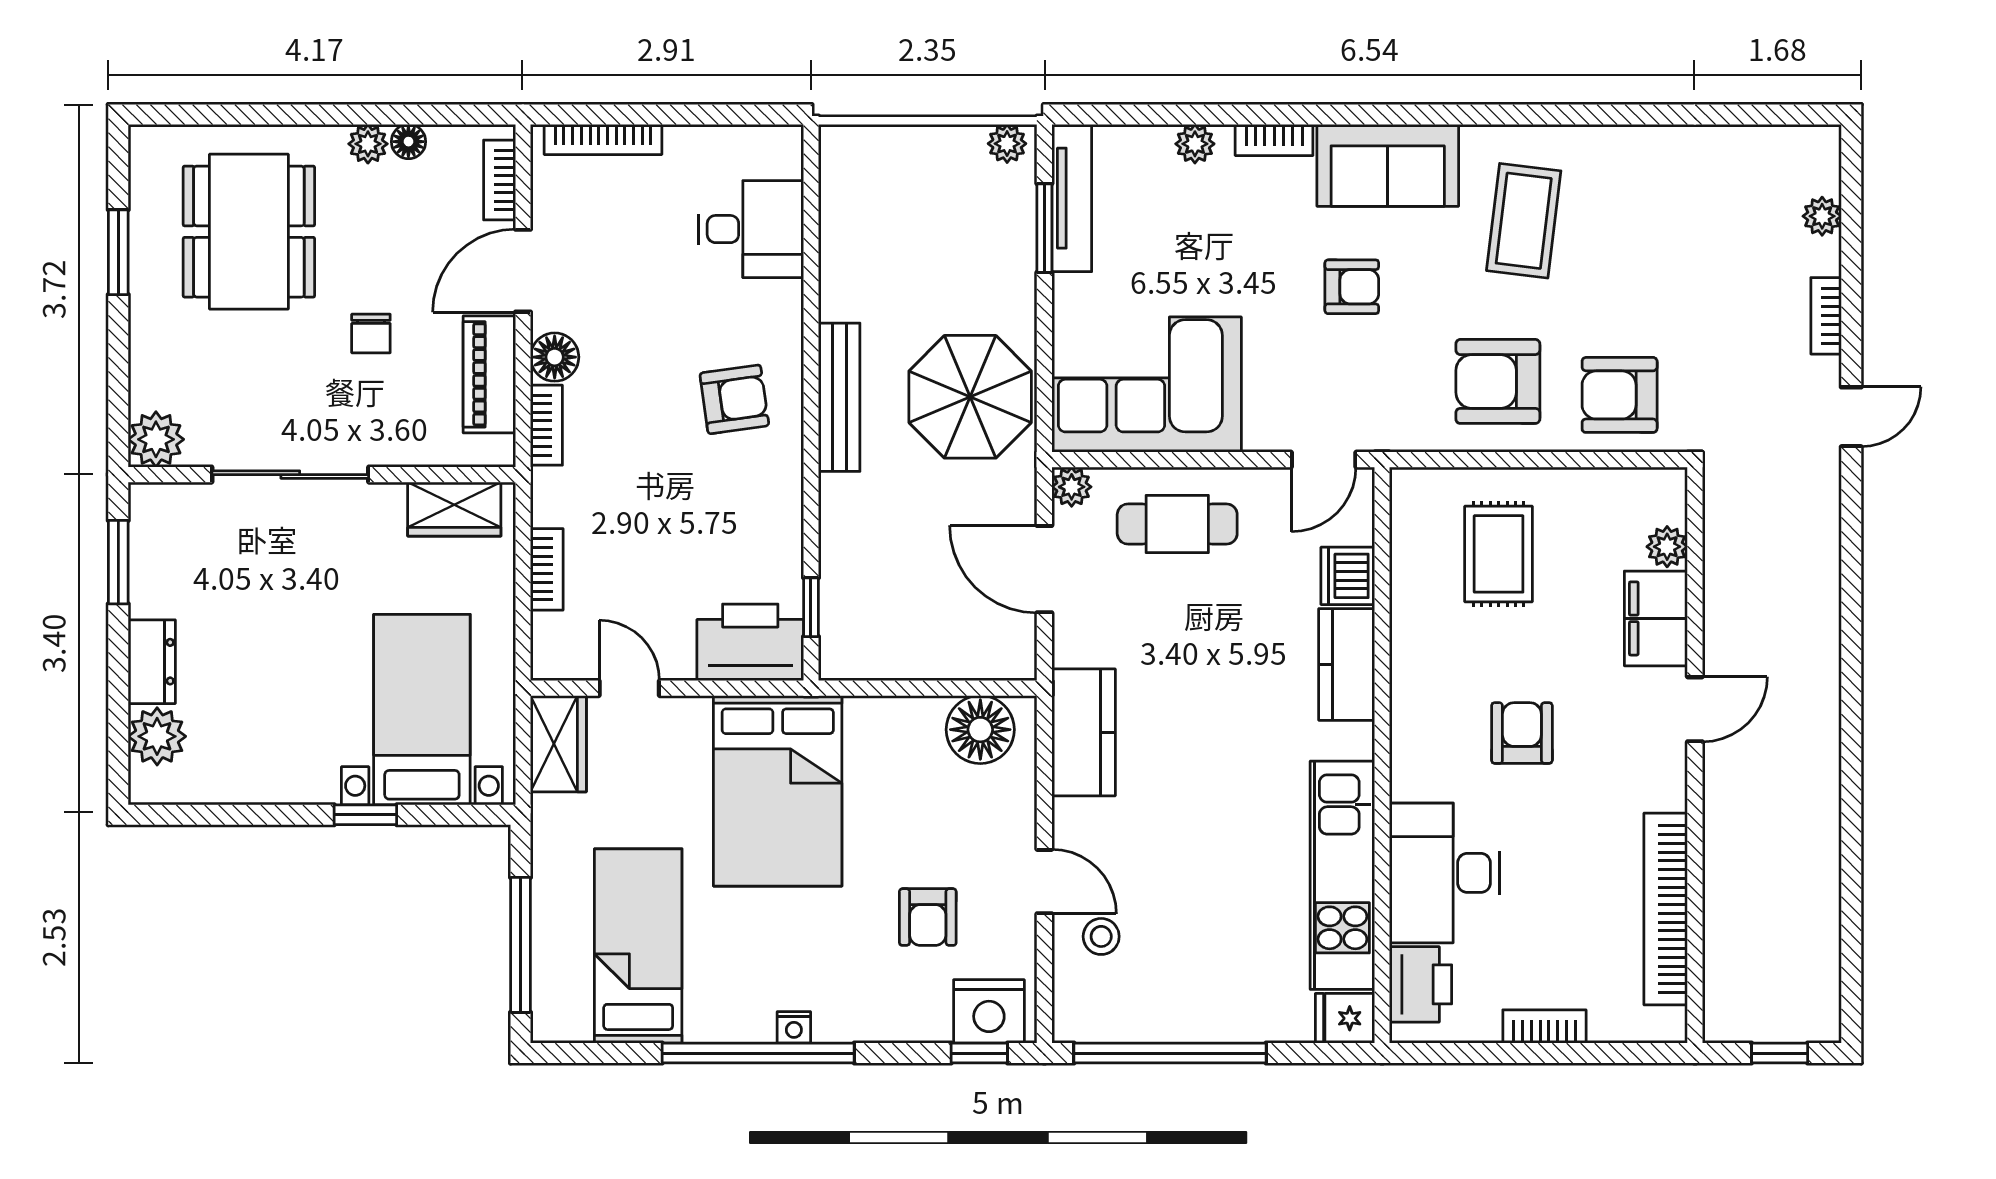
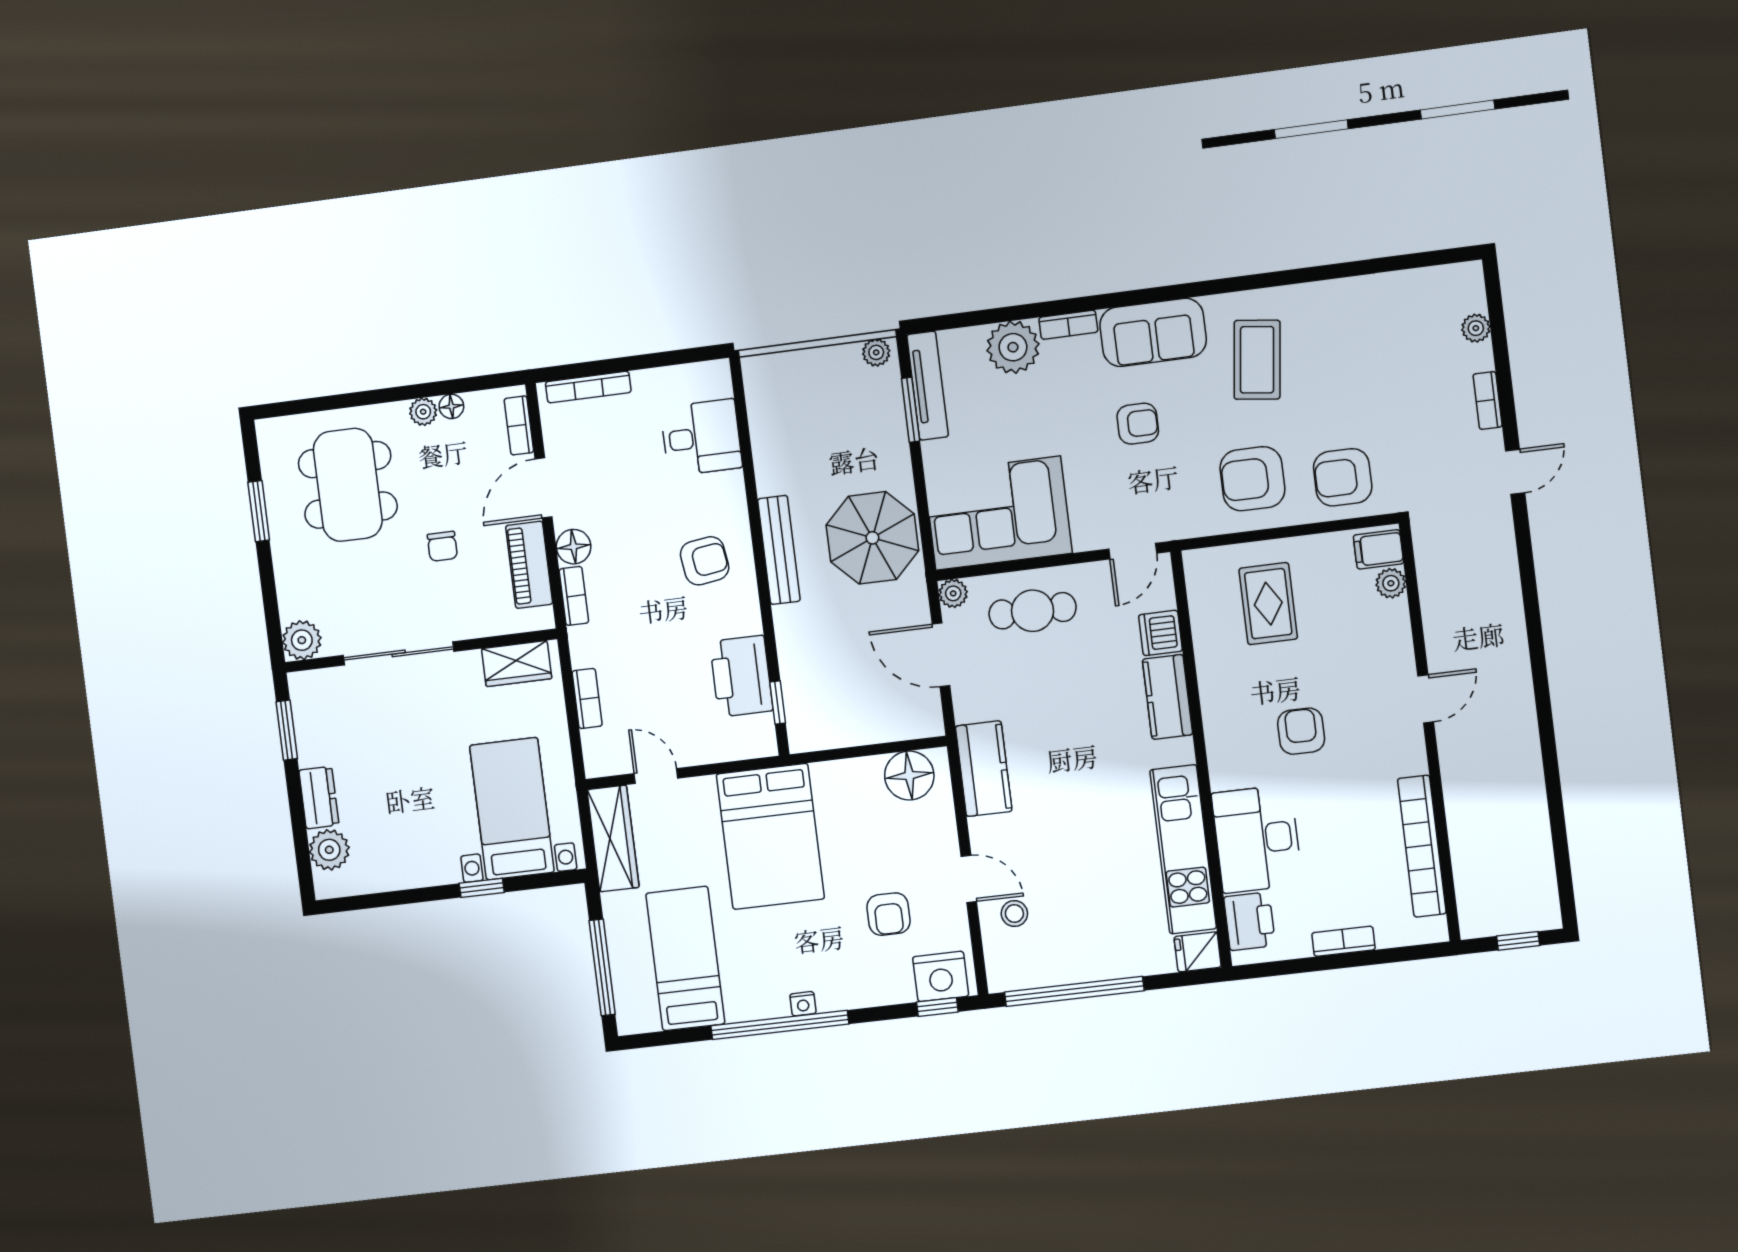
plant: (1195, 144) -> (1013, 347), width x1.87, depth x1.87
filing cabinet: (1656, 618) -> (1378, 549), moved, width x0.50
printer: (750, 642) -> (741, 676), moved, turned -90
wardrobe: (558, 744) -> (613, 839), width x1.50

